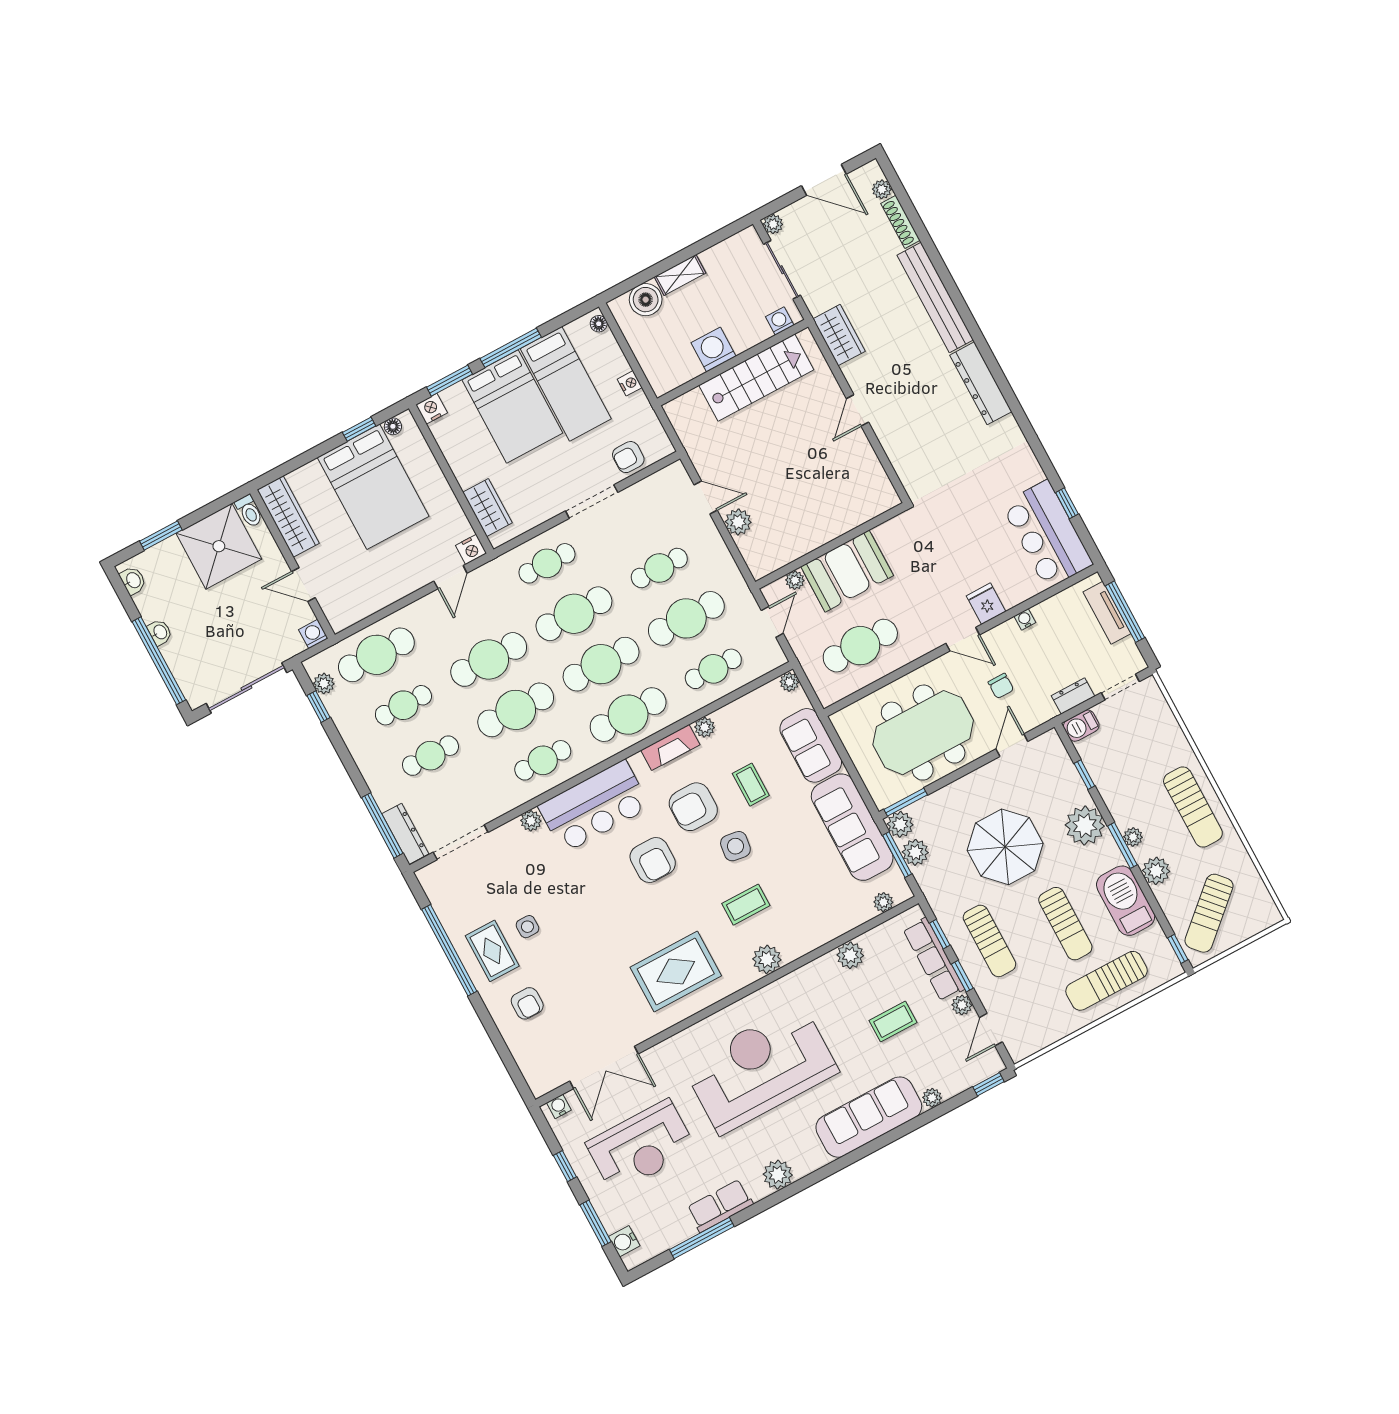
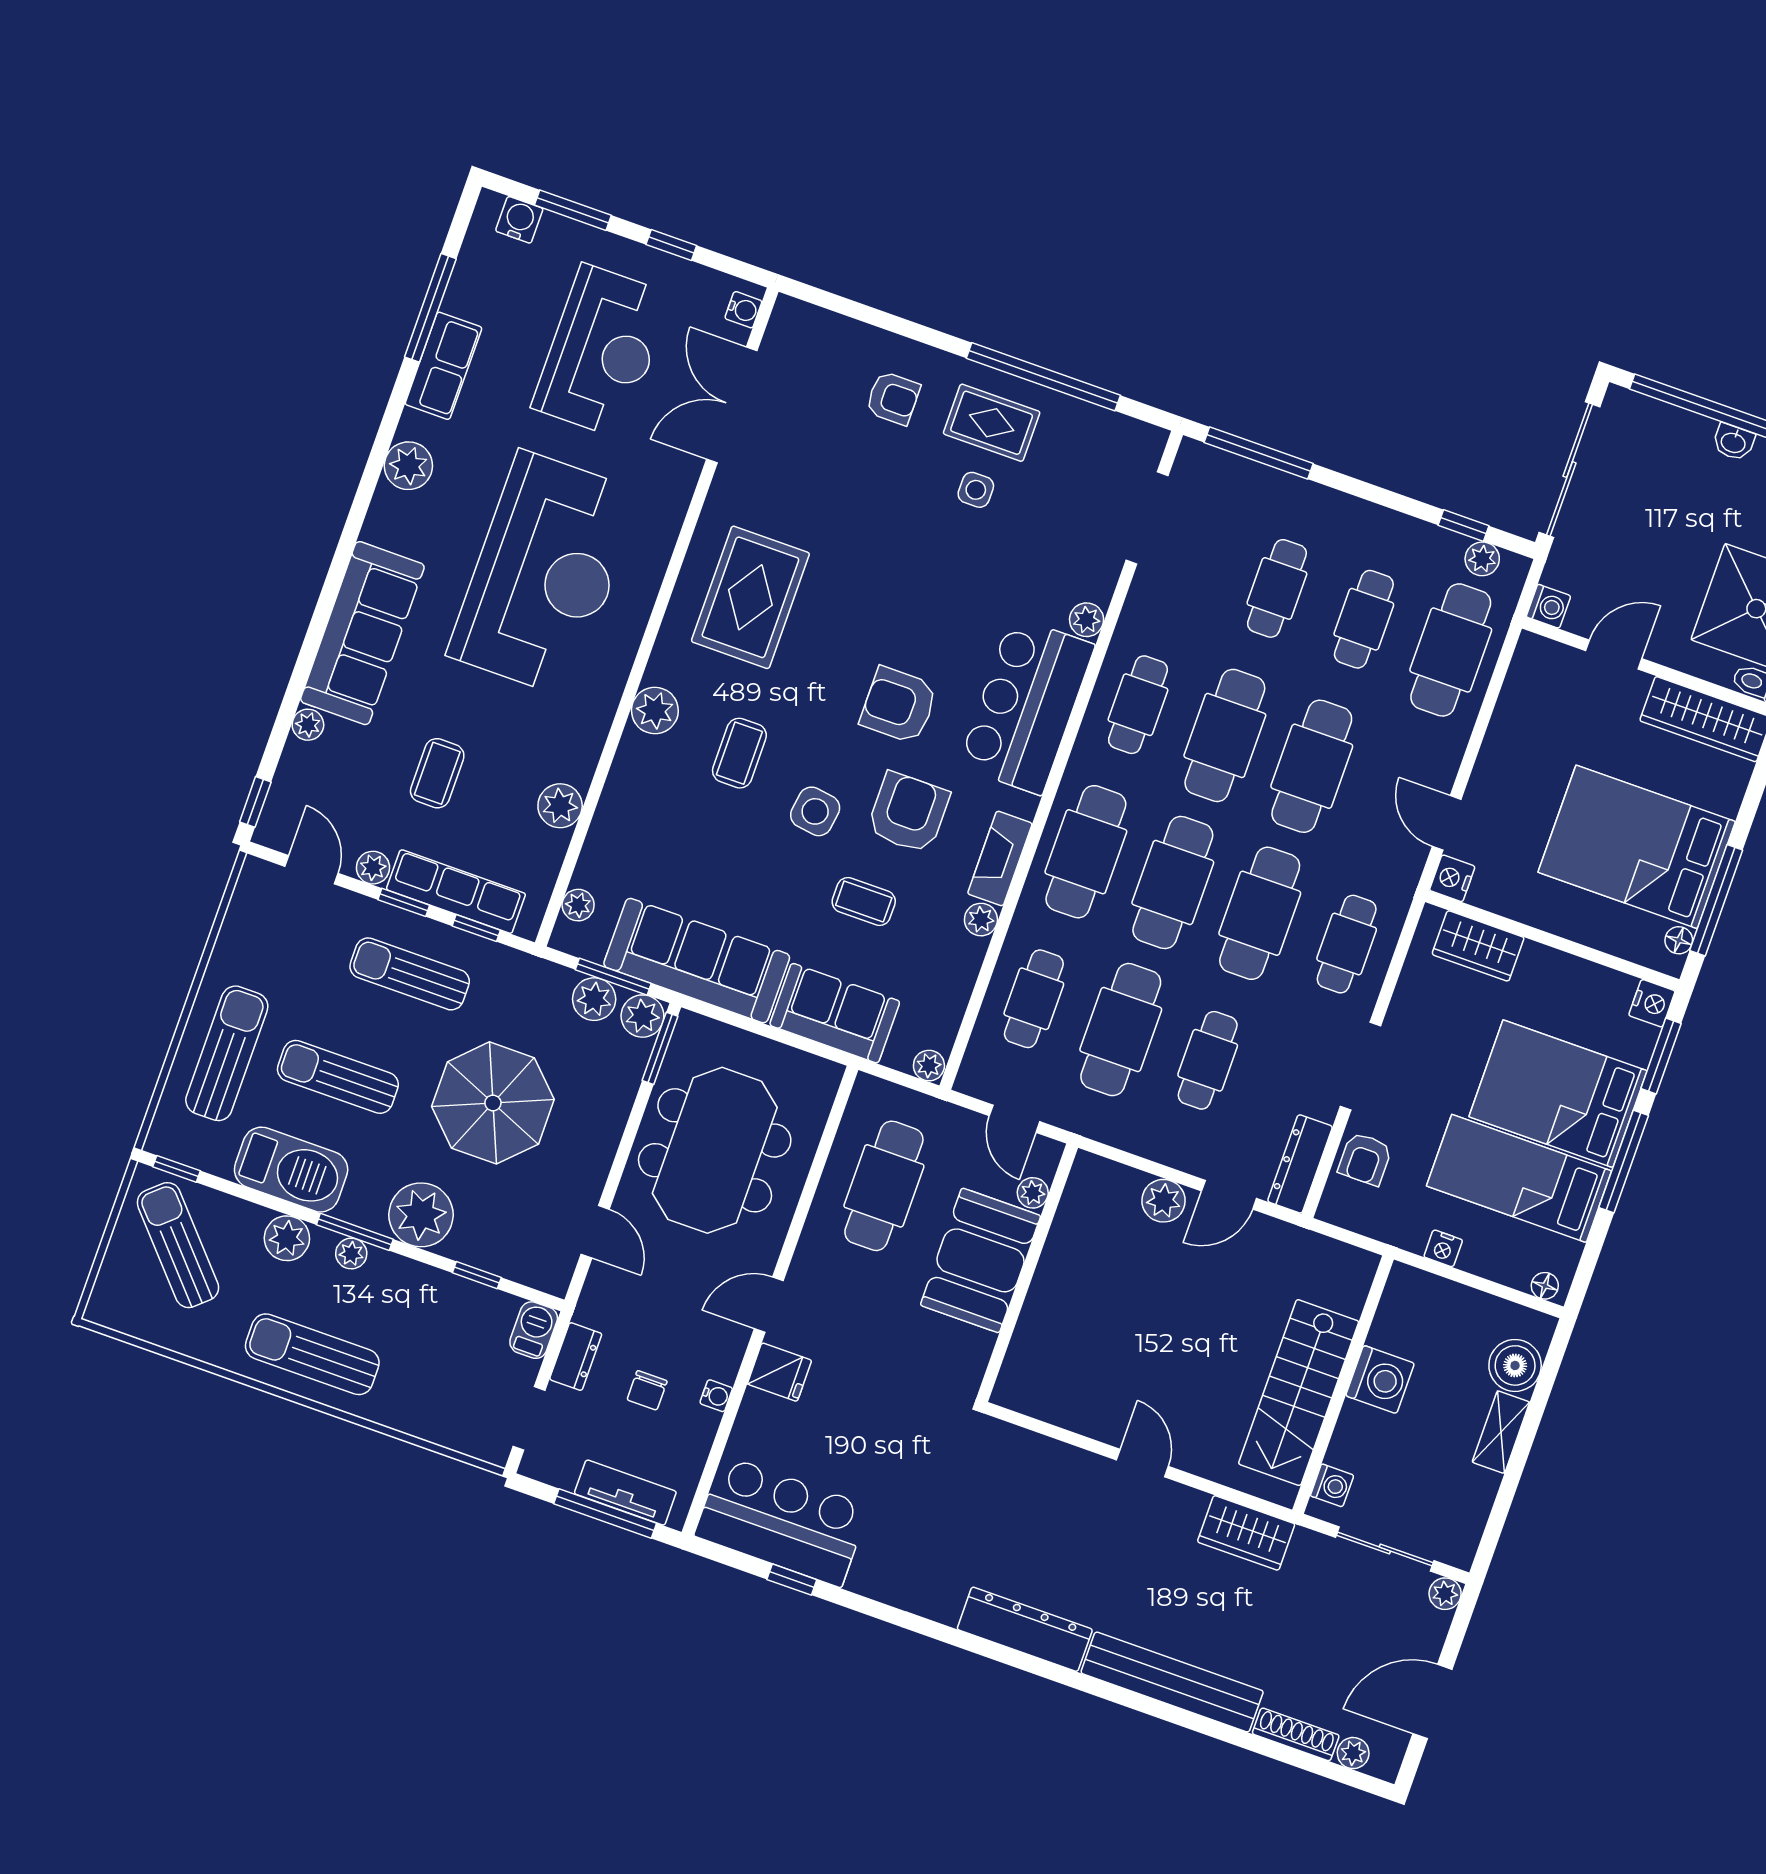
window: (359, 429) -> (1716, 900), width x2.17
armchair: (628, 457) -> (1365, 1159), turned 180
chair: (1001, 686) -> (647, 1390), moved, turned -90
dresser: (405, 834) -> (1300, 1164), moved, turned 90
armchair: (527, 1003) -> (893, 398), turned 180
reception desk: (641, 1147) -> (602, 351), turned 180

